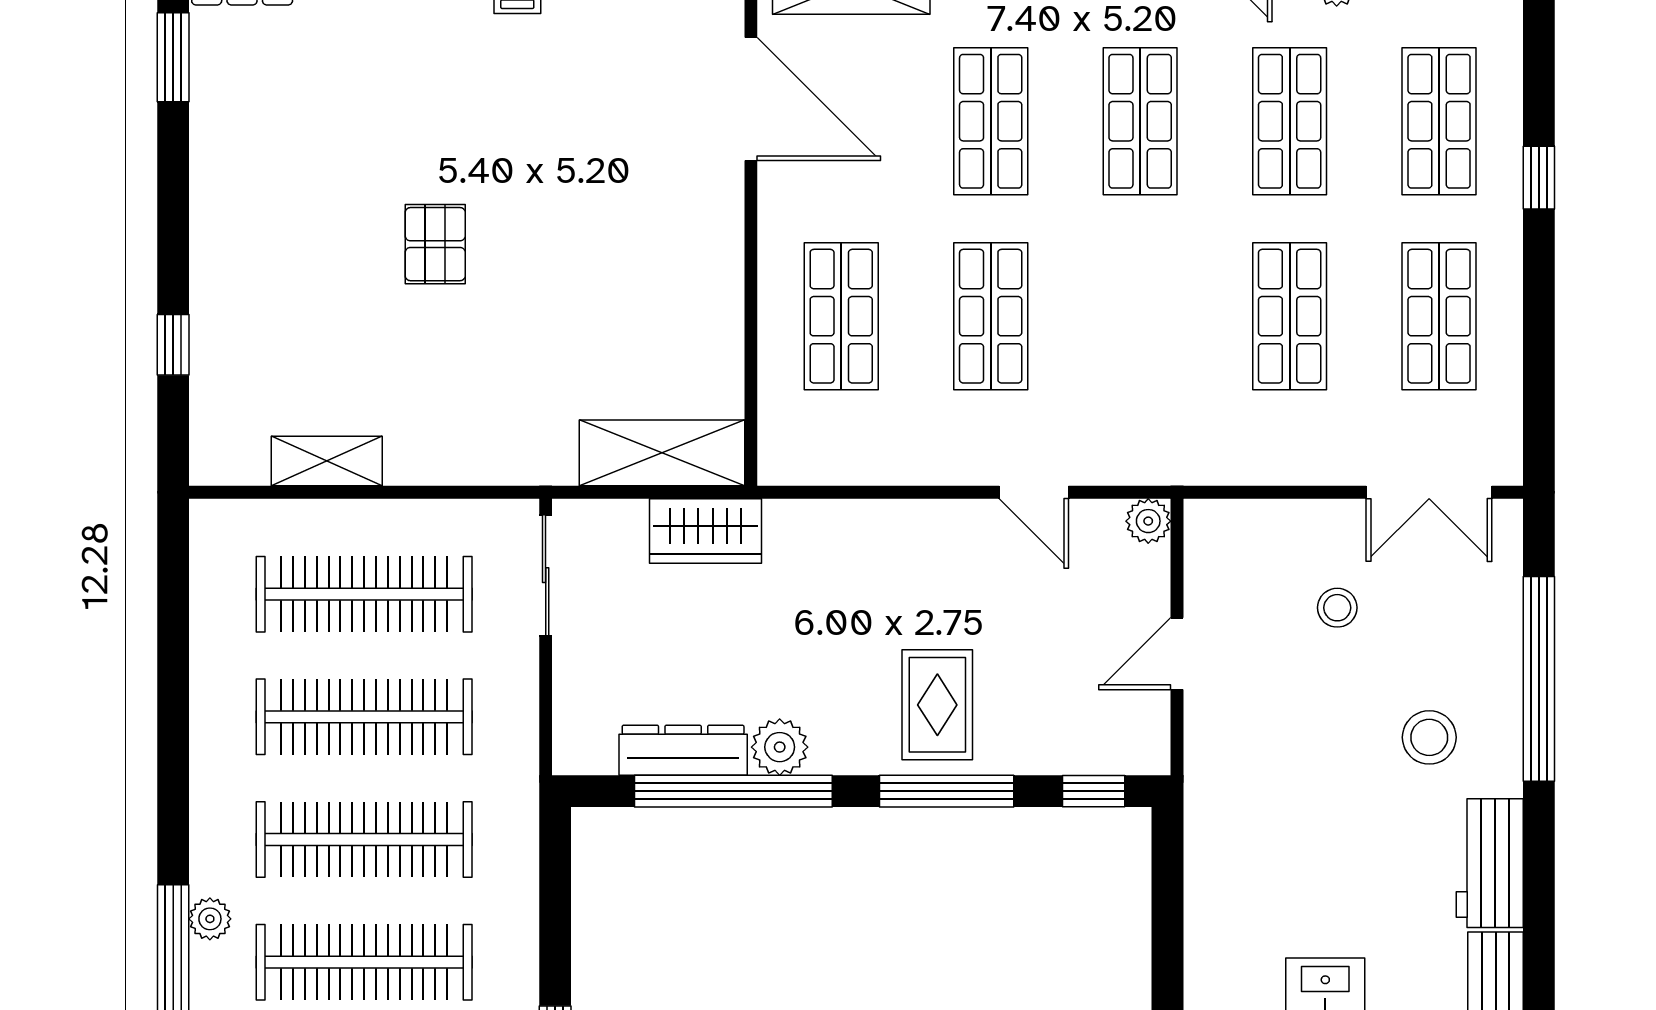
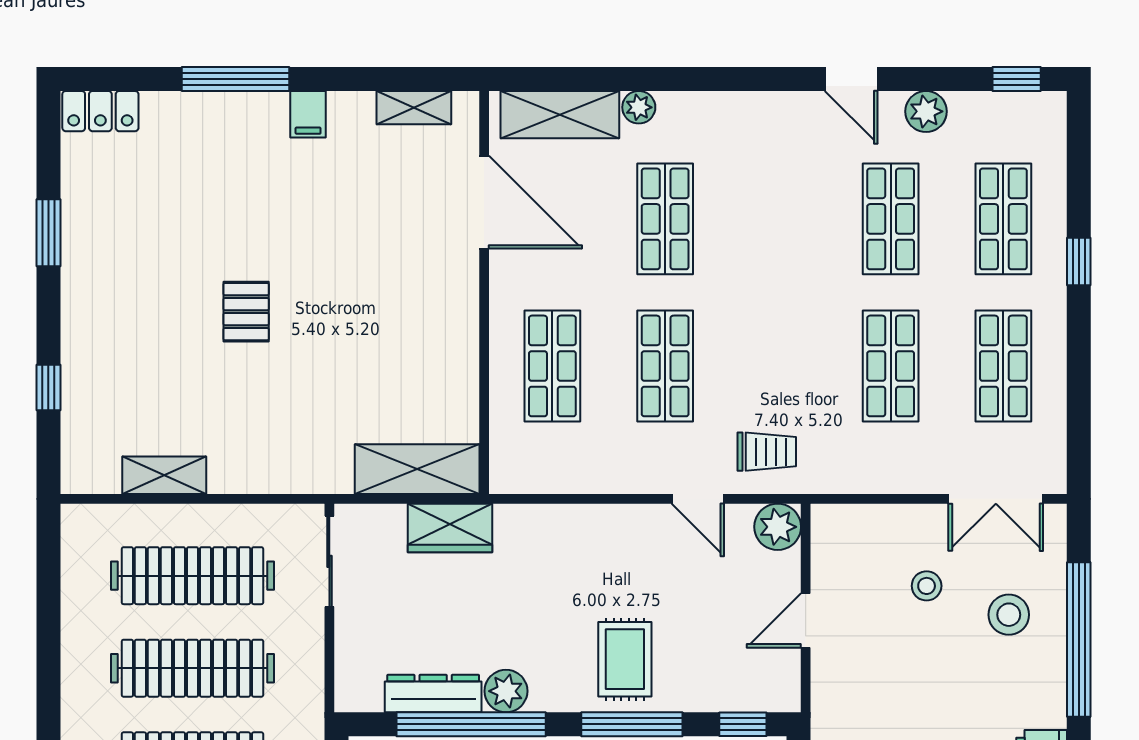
window: (173, 57) -> (48, 233), moved
shop shelf: (1140, 121) -> (778, 219), removed
trolley: (1125, 430) -> (767, 452), added
plant: (1148, 521) -> (778, 527), width x1.38, depth x1.38
stool: (1429, 737) -> (1009, 615), moved

